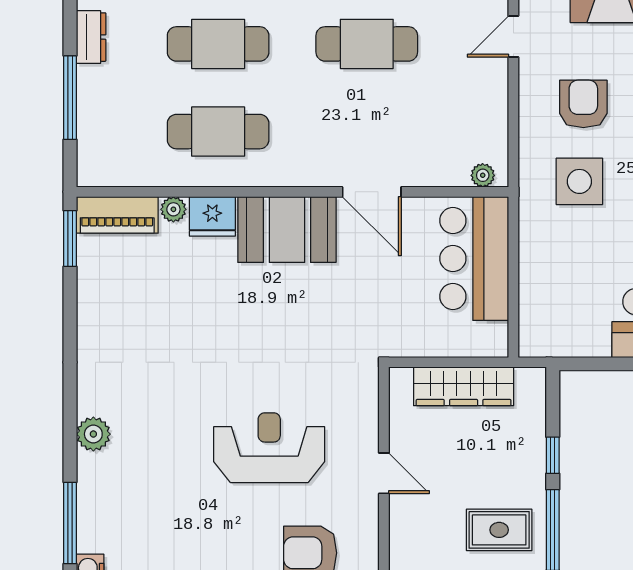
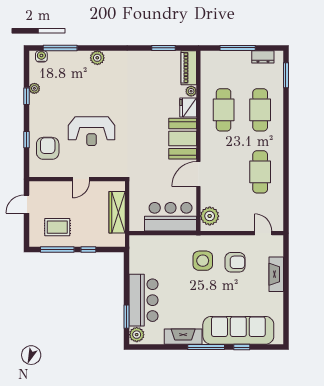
plant: (483, 175) -> (210, 216), width x1.87, depth x1.87
window: (70, 238) -> (164, 48), moved
reception desk: (269, 448) -> (92, 131), turned 90
rug: (499, 530) -> (57, 227), turned 90

